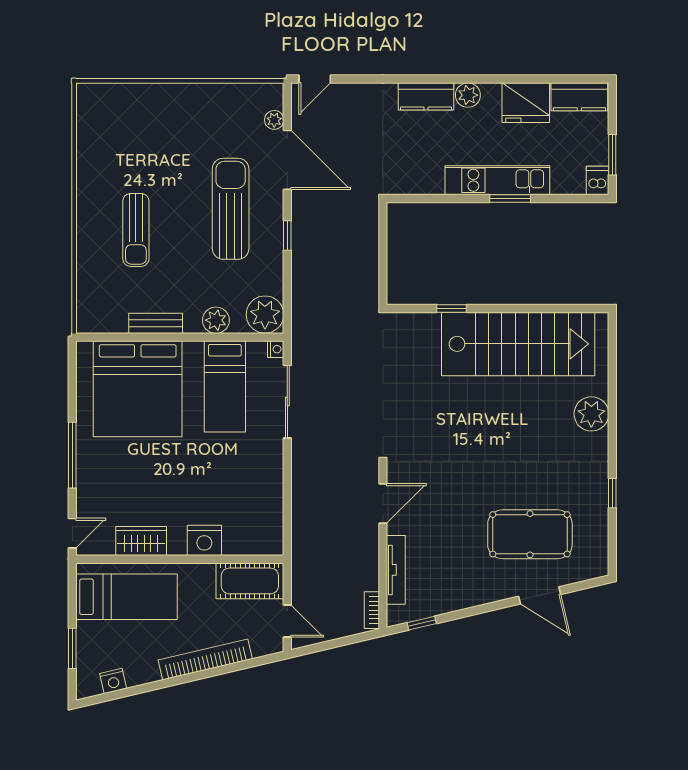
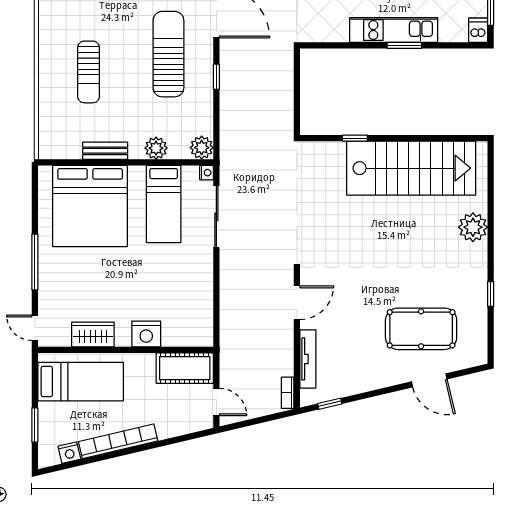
plant: (265, 315) -> (202, 148), width x0.73, depth x0.73
door: (72, 533) -> (35, 328), swing flipped
bookcase: (205, 659) -> (118, 441), moved

